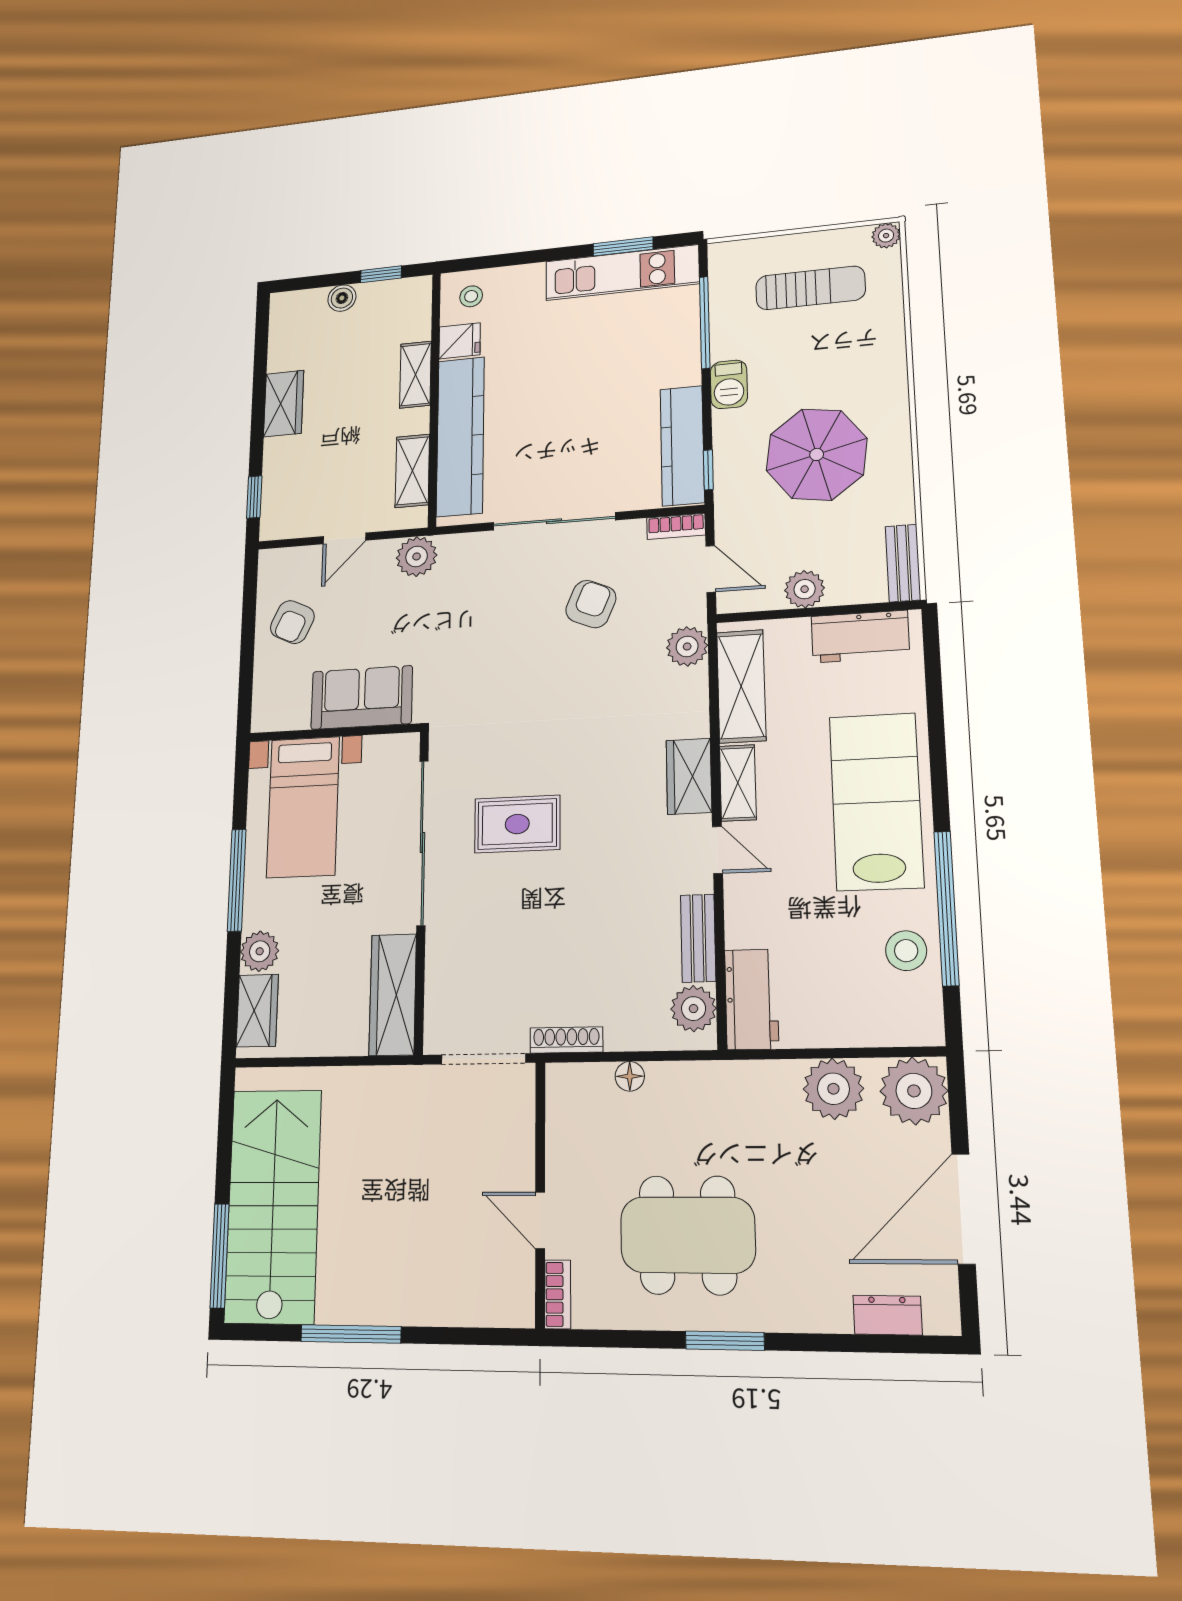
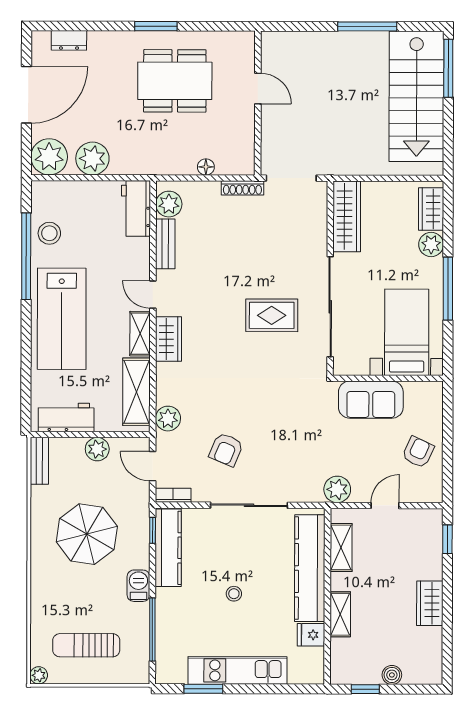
kitchen unit: (622, 273) -> (238, 670), moved
stool: (471, 296) -> (234, 594), moved
bookcase: (558, 1294) -> (248, 49), removed

